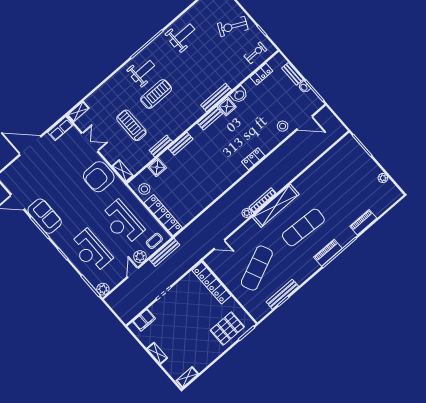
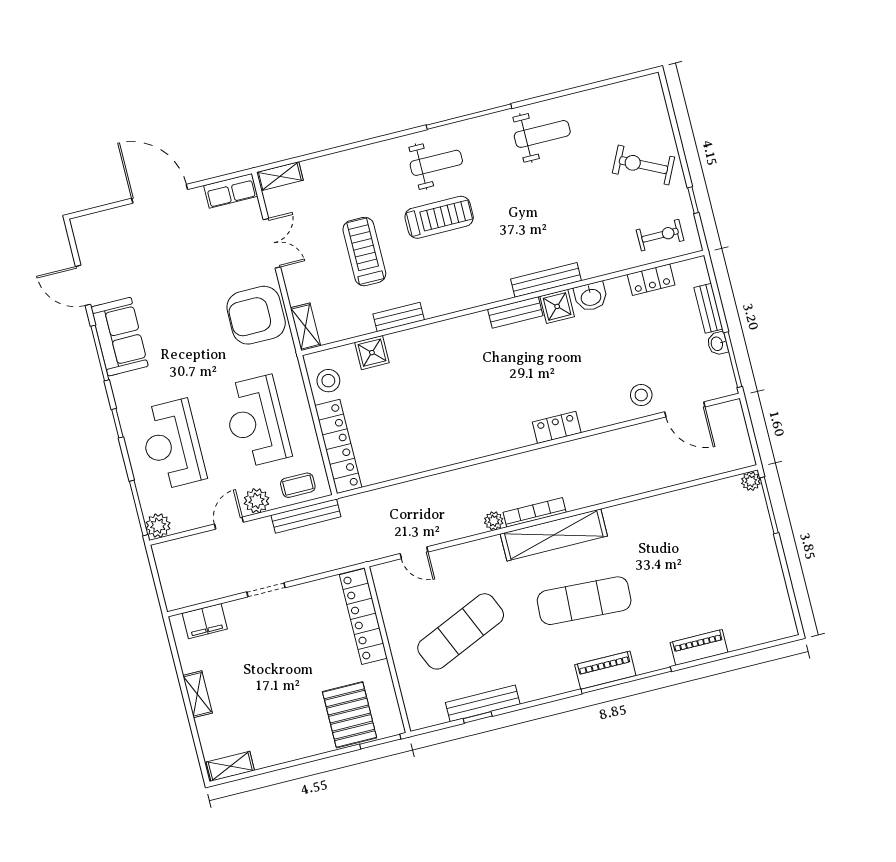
bench: (181, 144) -> (437, 332), removed
plant: (383, 178) -> (751, 481), moved
pallet: (227, 329) -> (350, 715), turned 90

